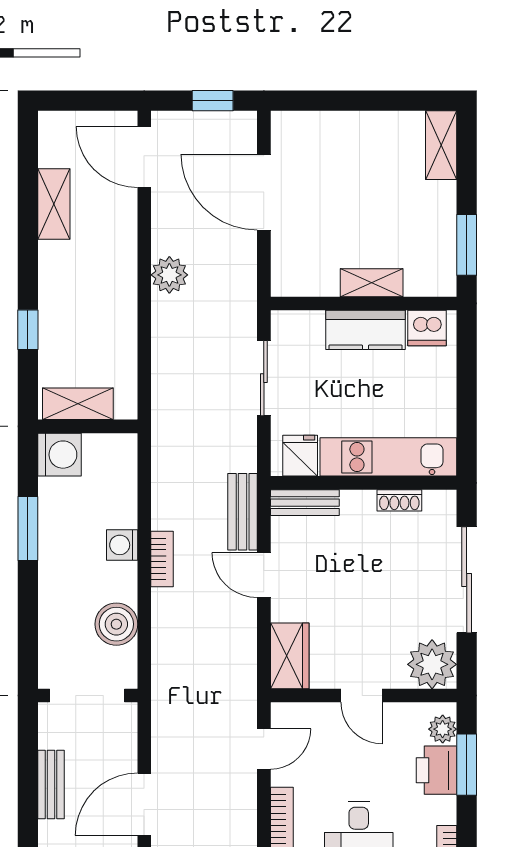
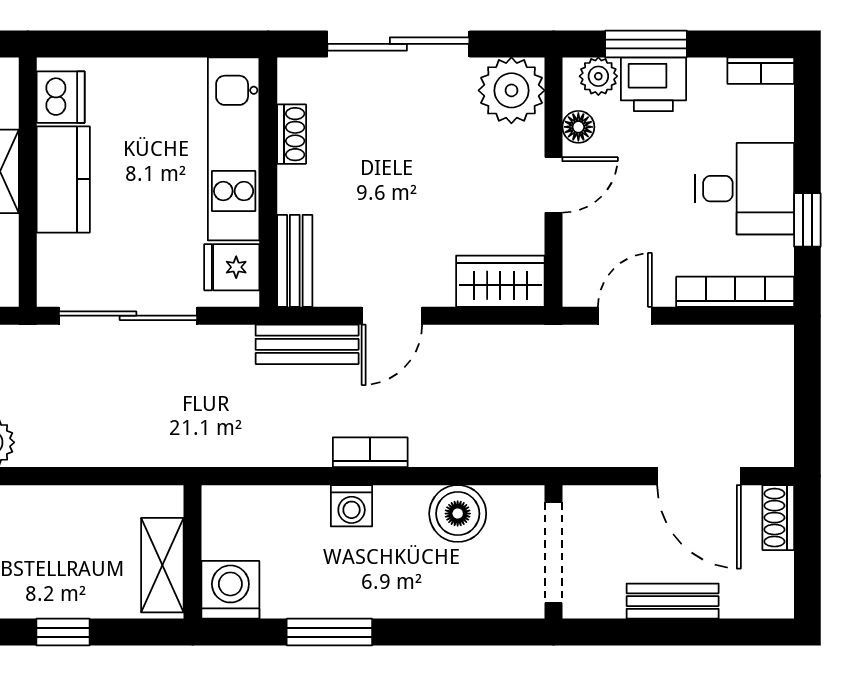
sliding door: (264, 378) -> (128, 316), width x1.37
floor lamp: (405, 714) -> (578, 127), added
door: (264, 749) -> (625, 316), hinge flipped

